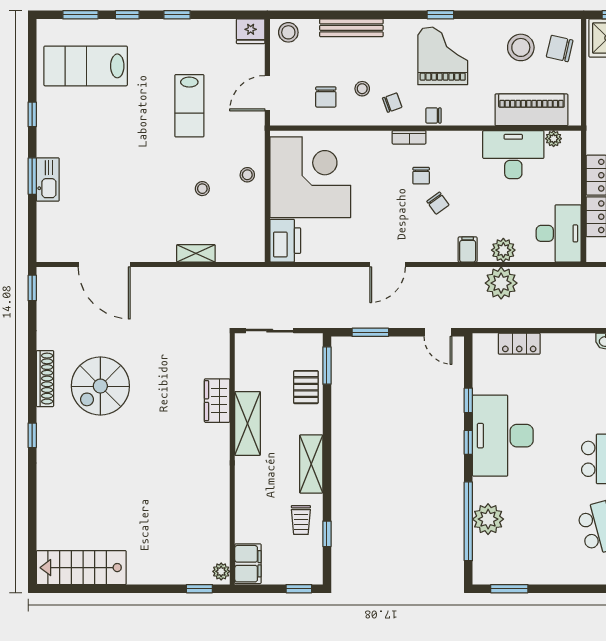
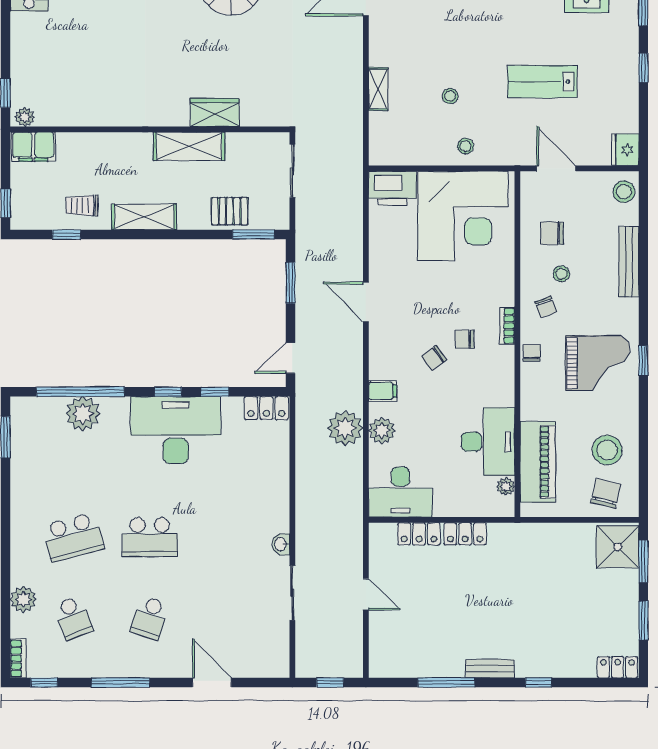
locker: (519, 344) -> (266, 408), moved, turned -90

